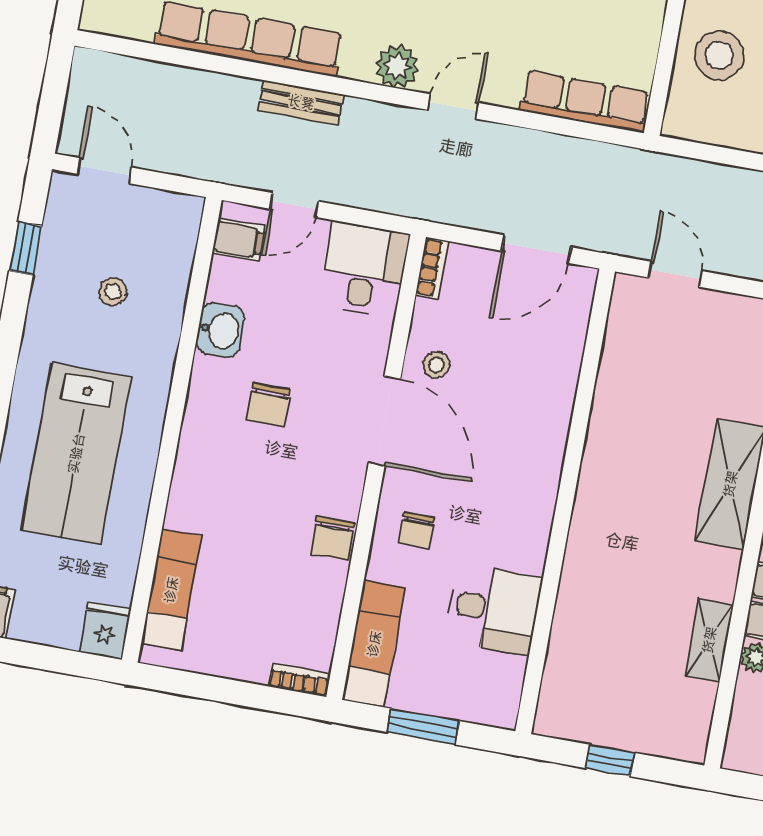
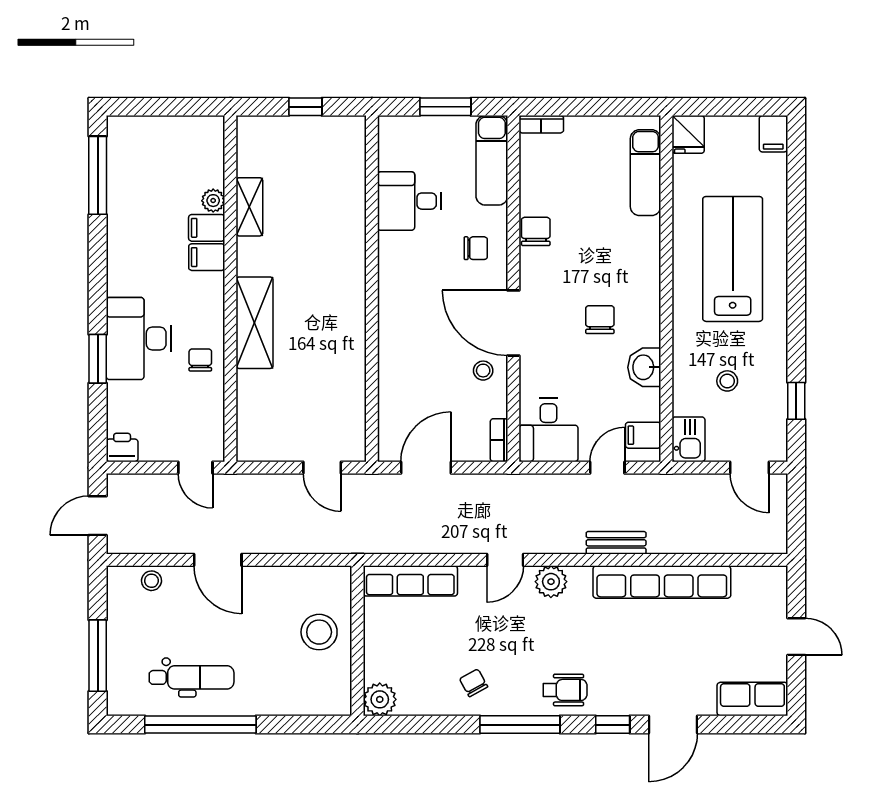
kitchen sink: (179, 223) -> (688, 439), added
chair: (417, 530) -> (476, 248), turned 90

